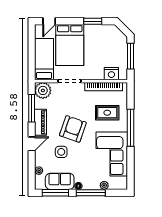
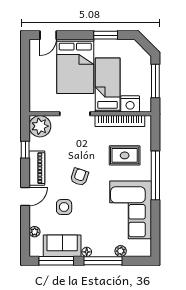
bed: (44, 59) -> (108, 85), moved
window: (32, 108) -> (25, 150), width x0.46
armchair: (73, 129) -> (79, 177), width x0.53, depth x0.53

